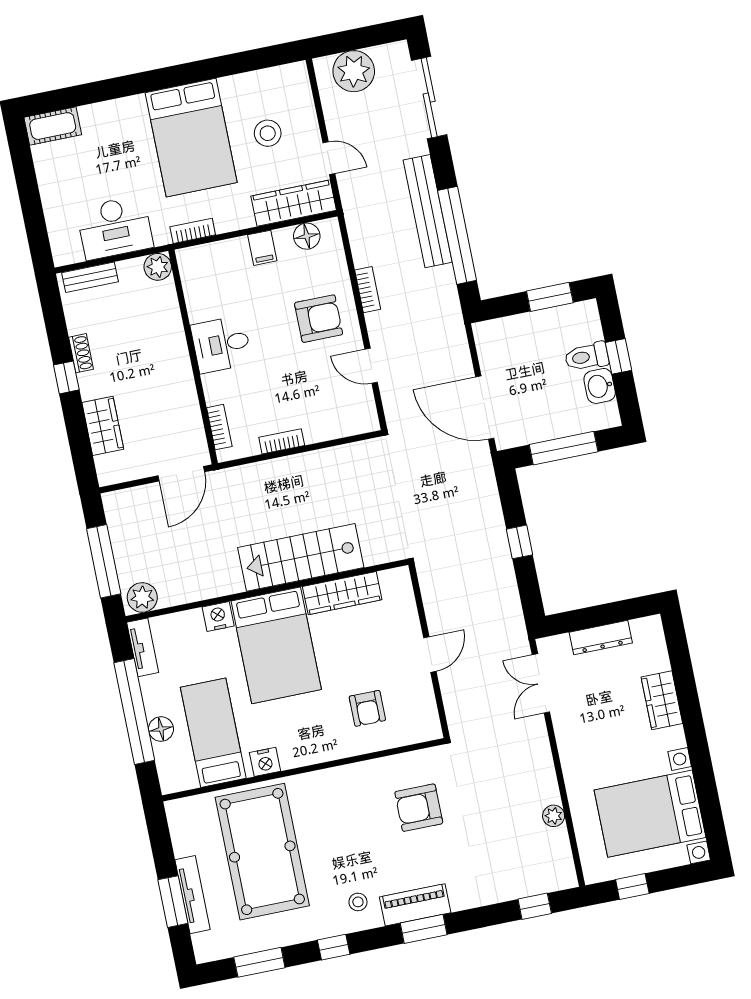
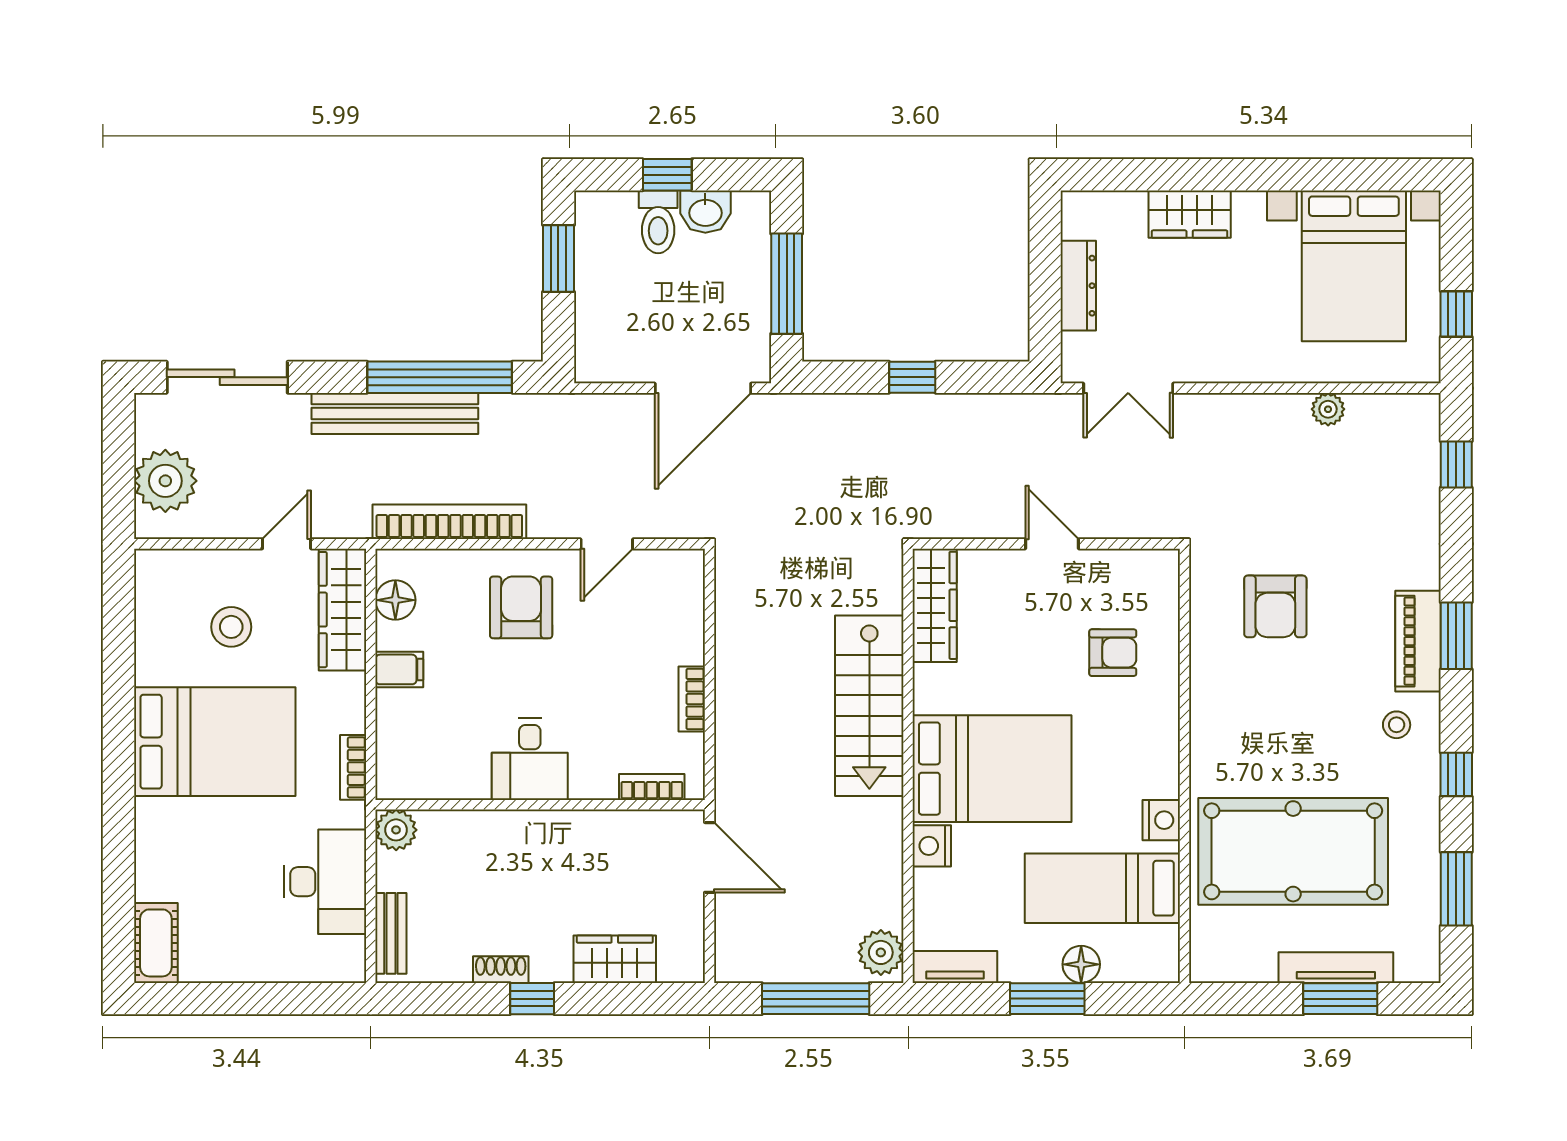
bookcase: (368, 290) -> (449, 522), width x2.31, depth x1.31
wardrobe: (342, 593) -> (935, 605), moved
window: (134, 712) -> (1047, 999), width x0.47

